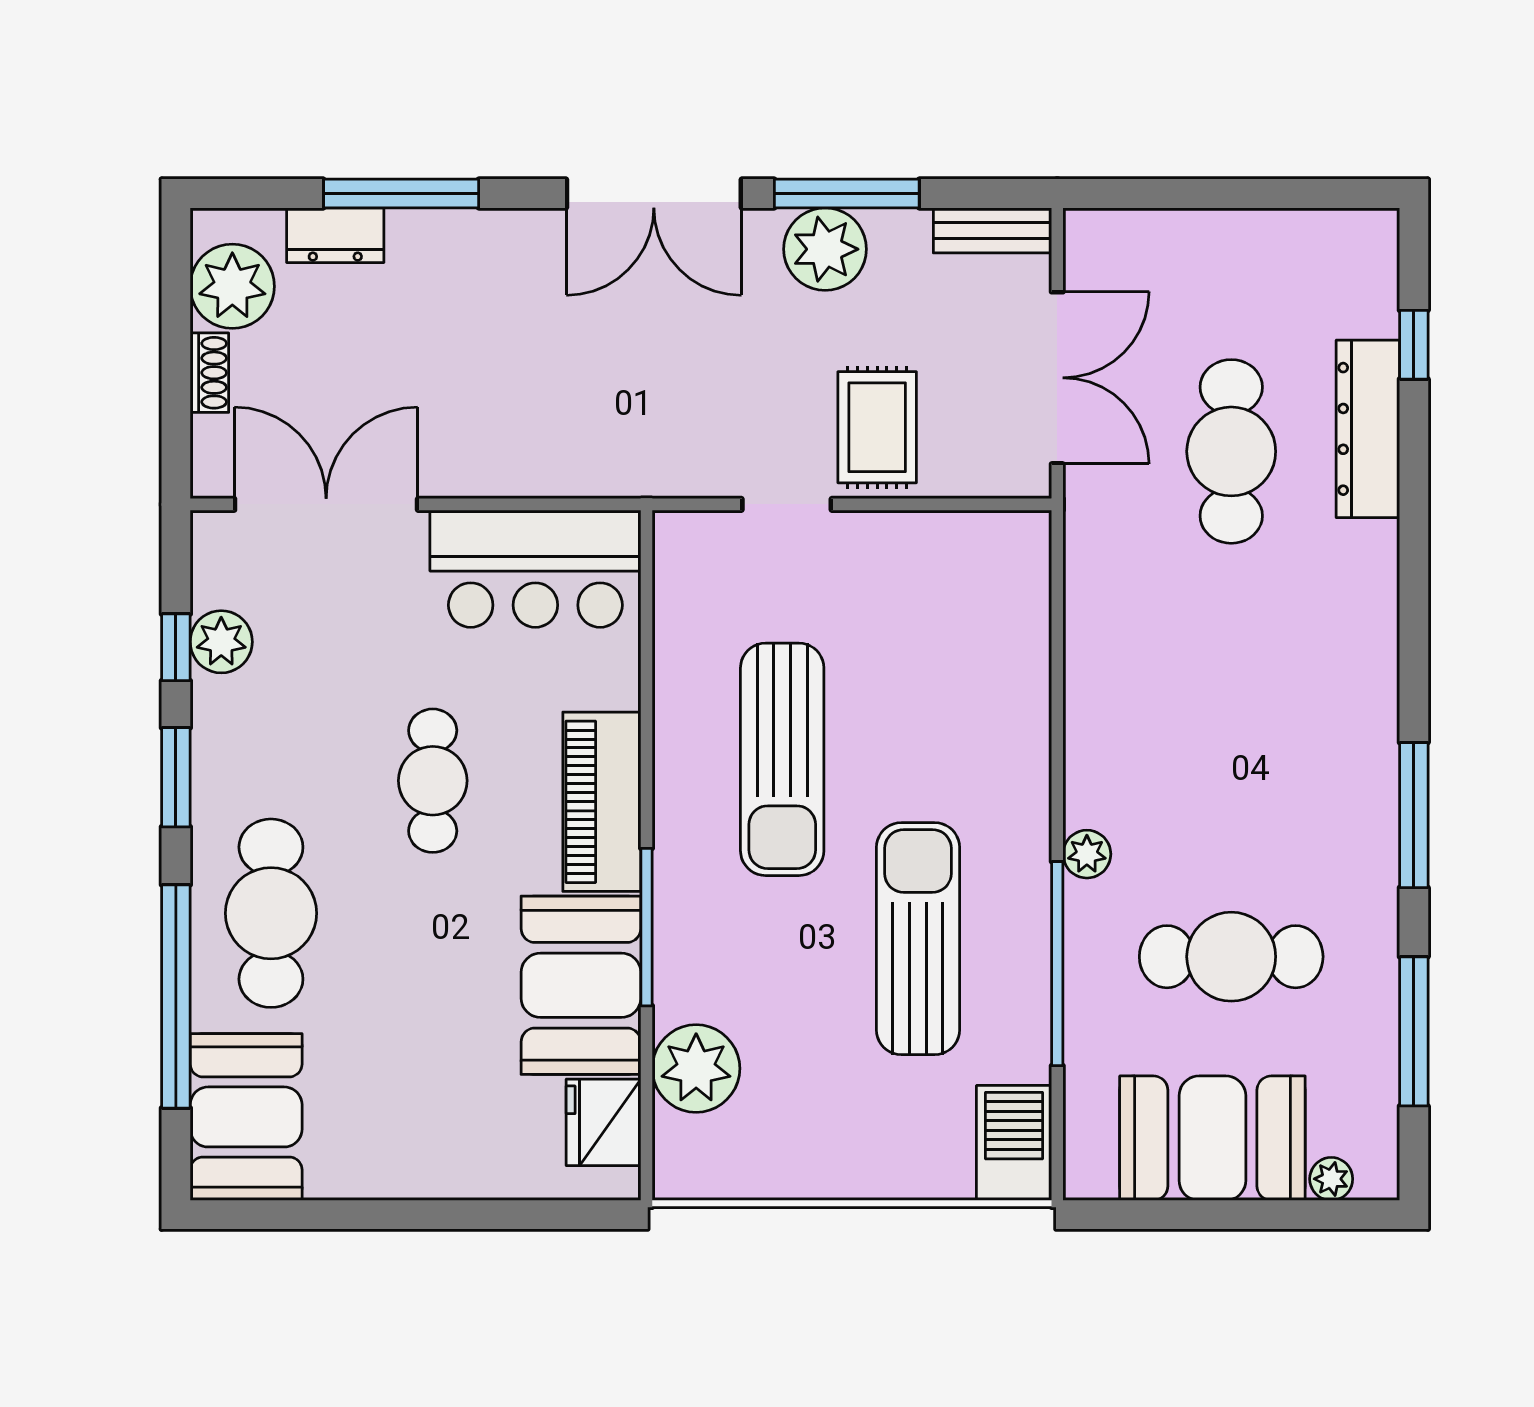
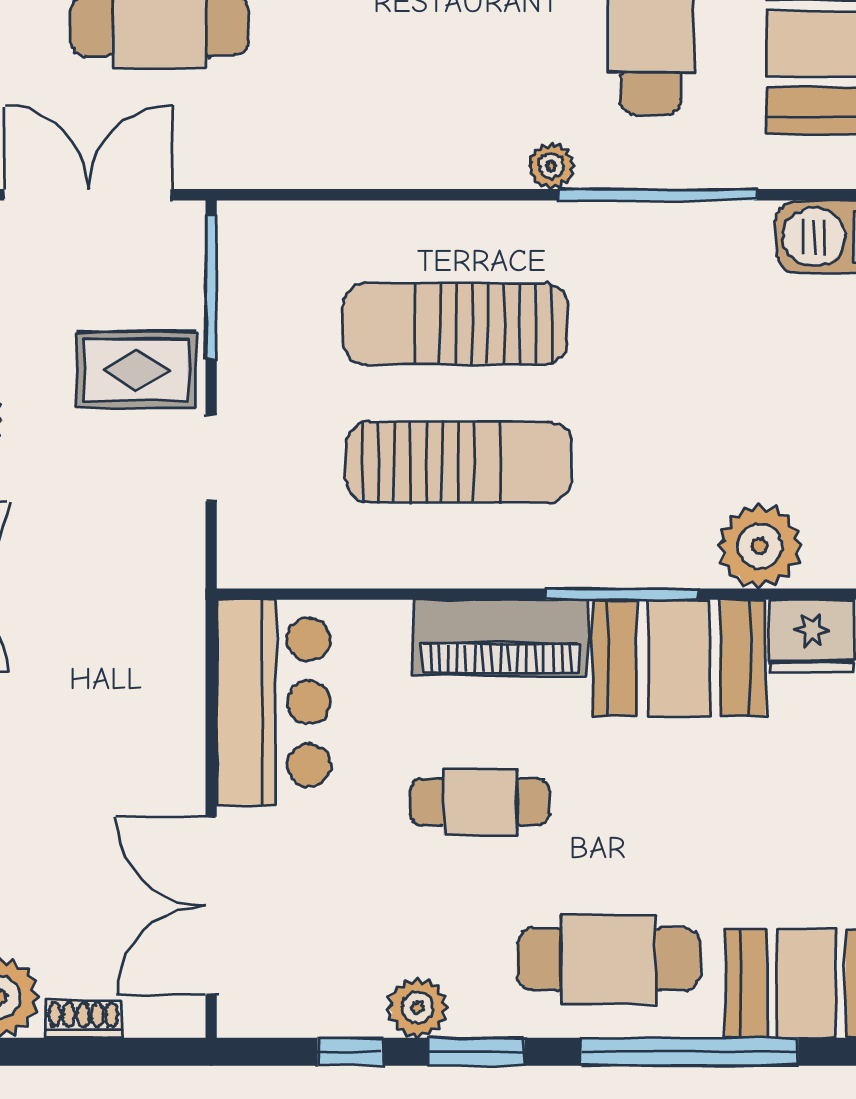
window: (962, 504) -> (211, 287), added
plant: (221, 642) -> (417, 1008), moved
sun lounger: (918, 939) -> (455, 324), moved

